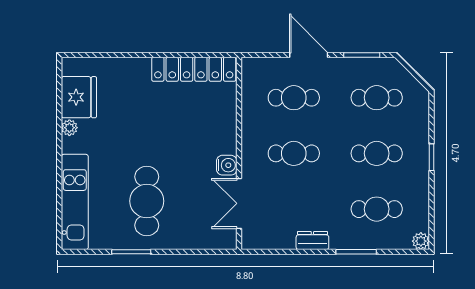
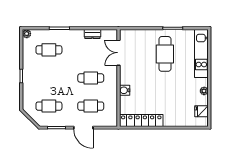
fridge: (79, 97) -> (202, 111), width x0.53, depth x0.75
cafe table: (377, 153) -> (49, 78), removed
water cooler: (227, 165) -> (125, 90), moved
double door: (239, 203) -> (118, 53), swing flipped
dresser: (312, 241) -> (92, 34), moved

